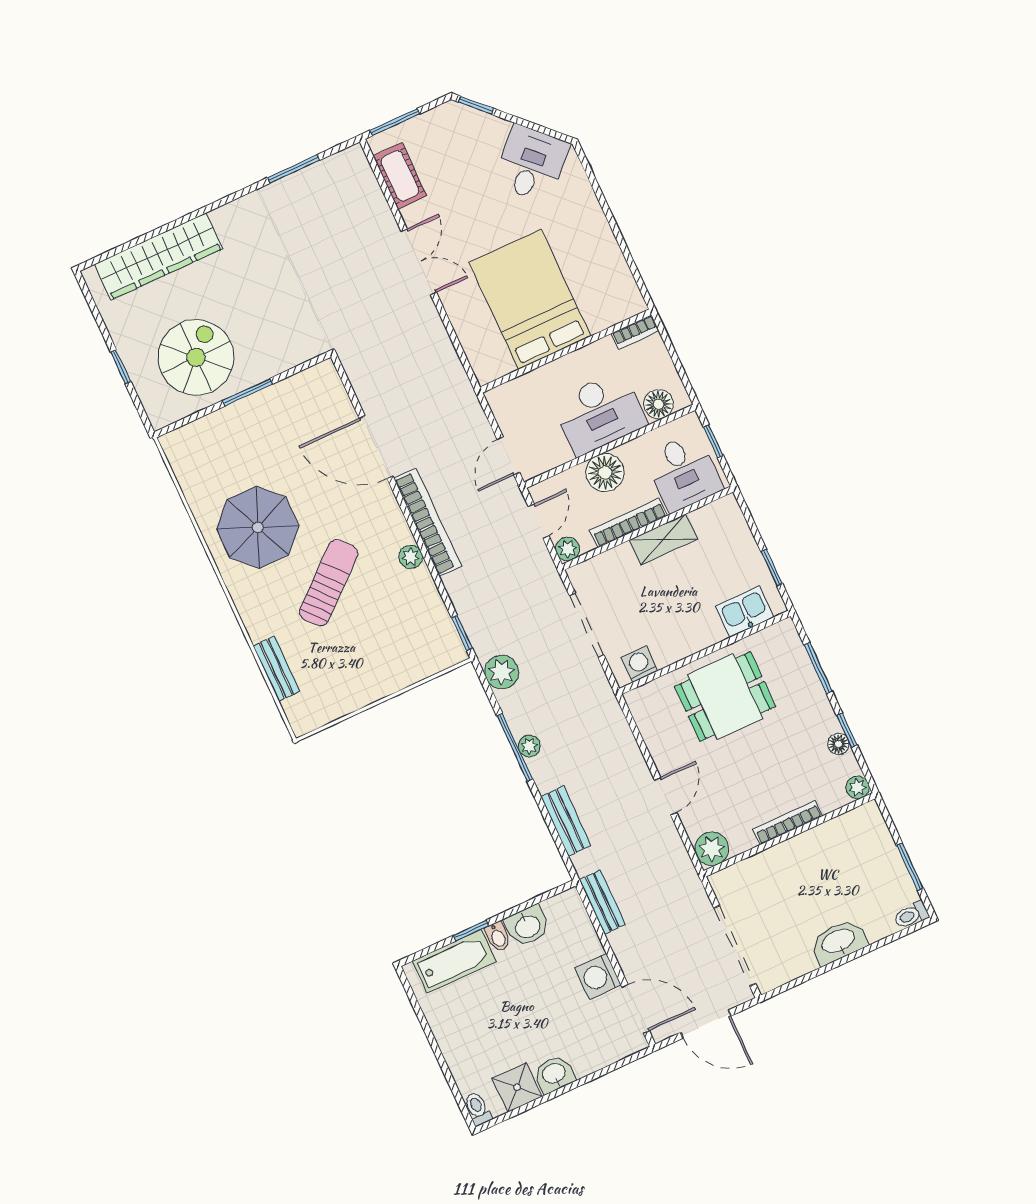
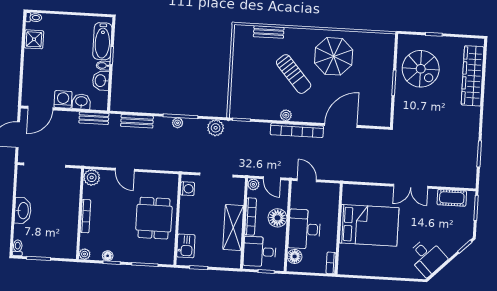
shelving: (663, 539) -> (233, 227), width x1.50, depth x1.33
washbasin: (554, 1074) -> (81, 102), moved, turned -90

